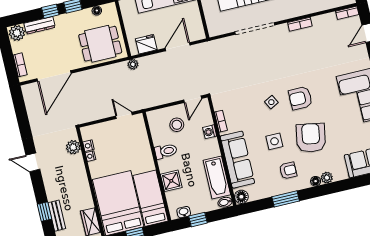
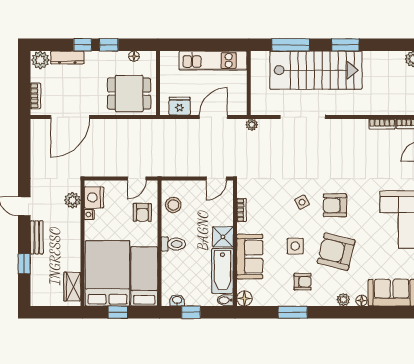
bookcase: (300, 24) -> (382, 124), moved
plant: (133, 64) -> (252, 125), moved
door: (124, 115) -> (137, 179), swing flipped
stool: (177, 125) -> (173, 205), moved
washing machine: (210, 132) -> (226, 219), removed
armchair: (311, 138) -> (336, 252), turned -86
armchair: (136, 143) -> (142, 212), added
nightstand: (88, 146) -> (94, 197), width x1.89, depth x1.79
toilet: (166, 151) -> (173, 244), moved
sofa: (237, 160) -> (250, 257), width x0.73
shower: (171, 181) -> (223, 237), moved
floor lamp: (316, 181) -> (362, 301), moved
bench: (57, 216) -> (37, 237), moved

